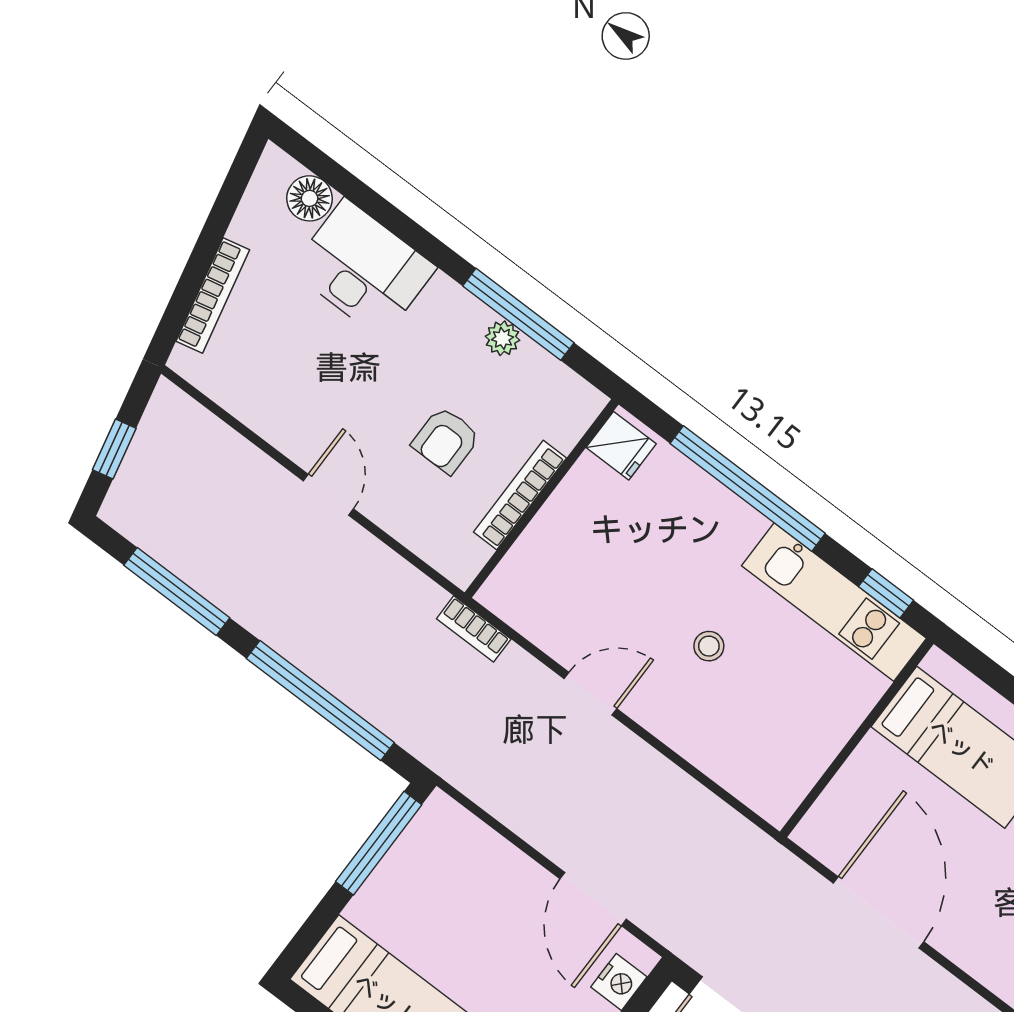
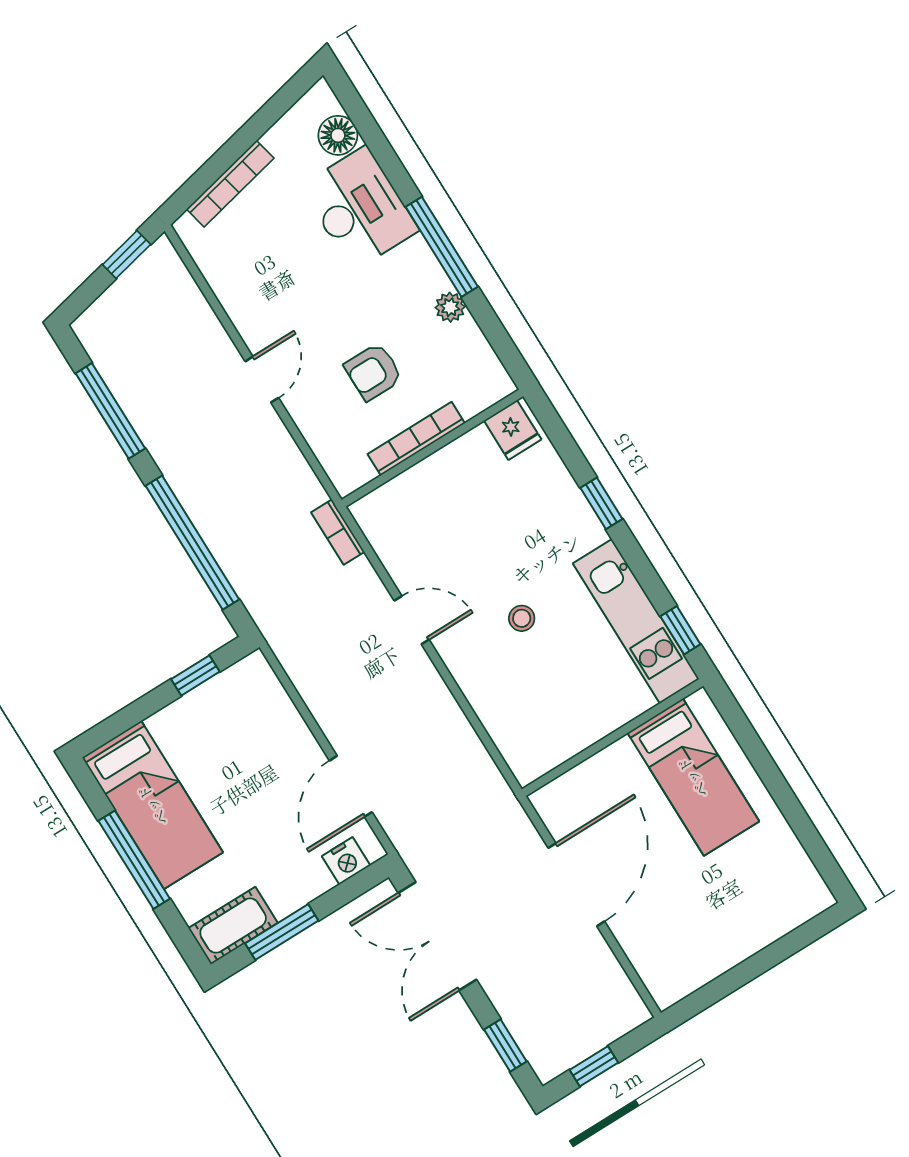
window: (518, 314) -> (442, 247), moved
window: (114, 449) -> (127, 255), moved
window: (748, 488) -> (601, 503), width x0.32
window: (379, 843) -> (195, 675), width x0.46

